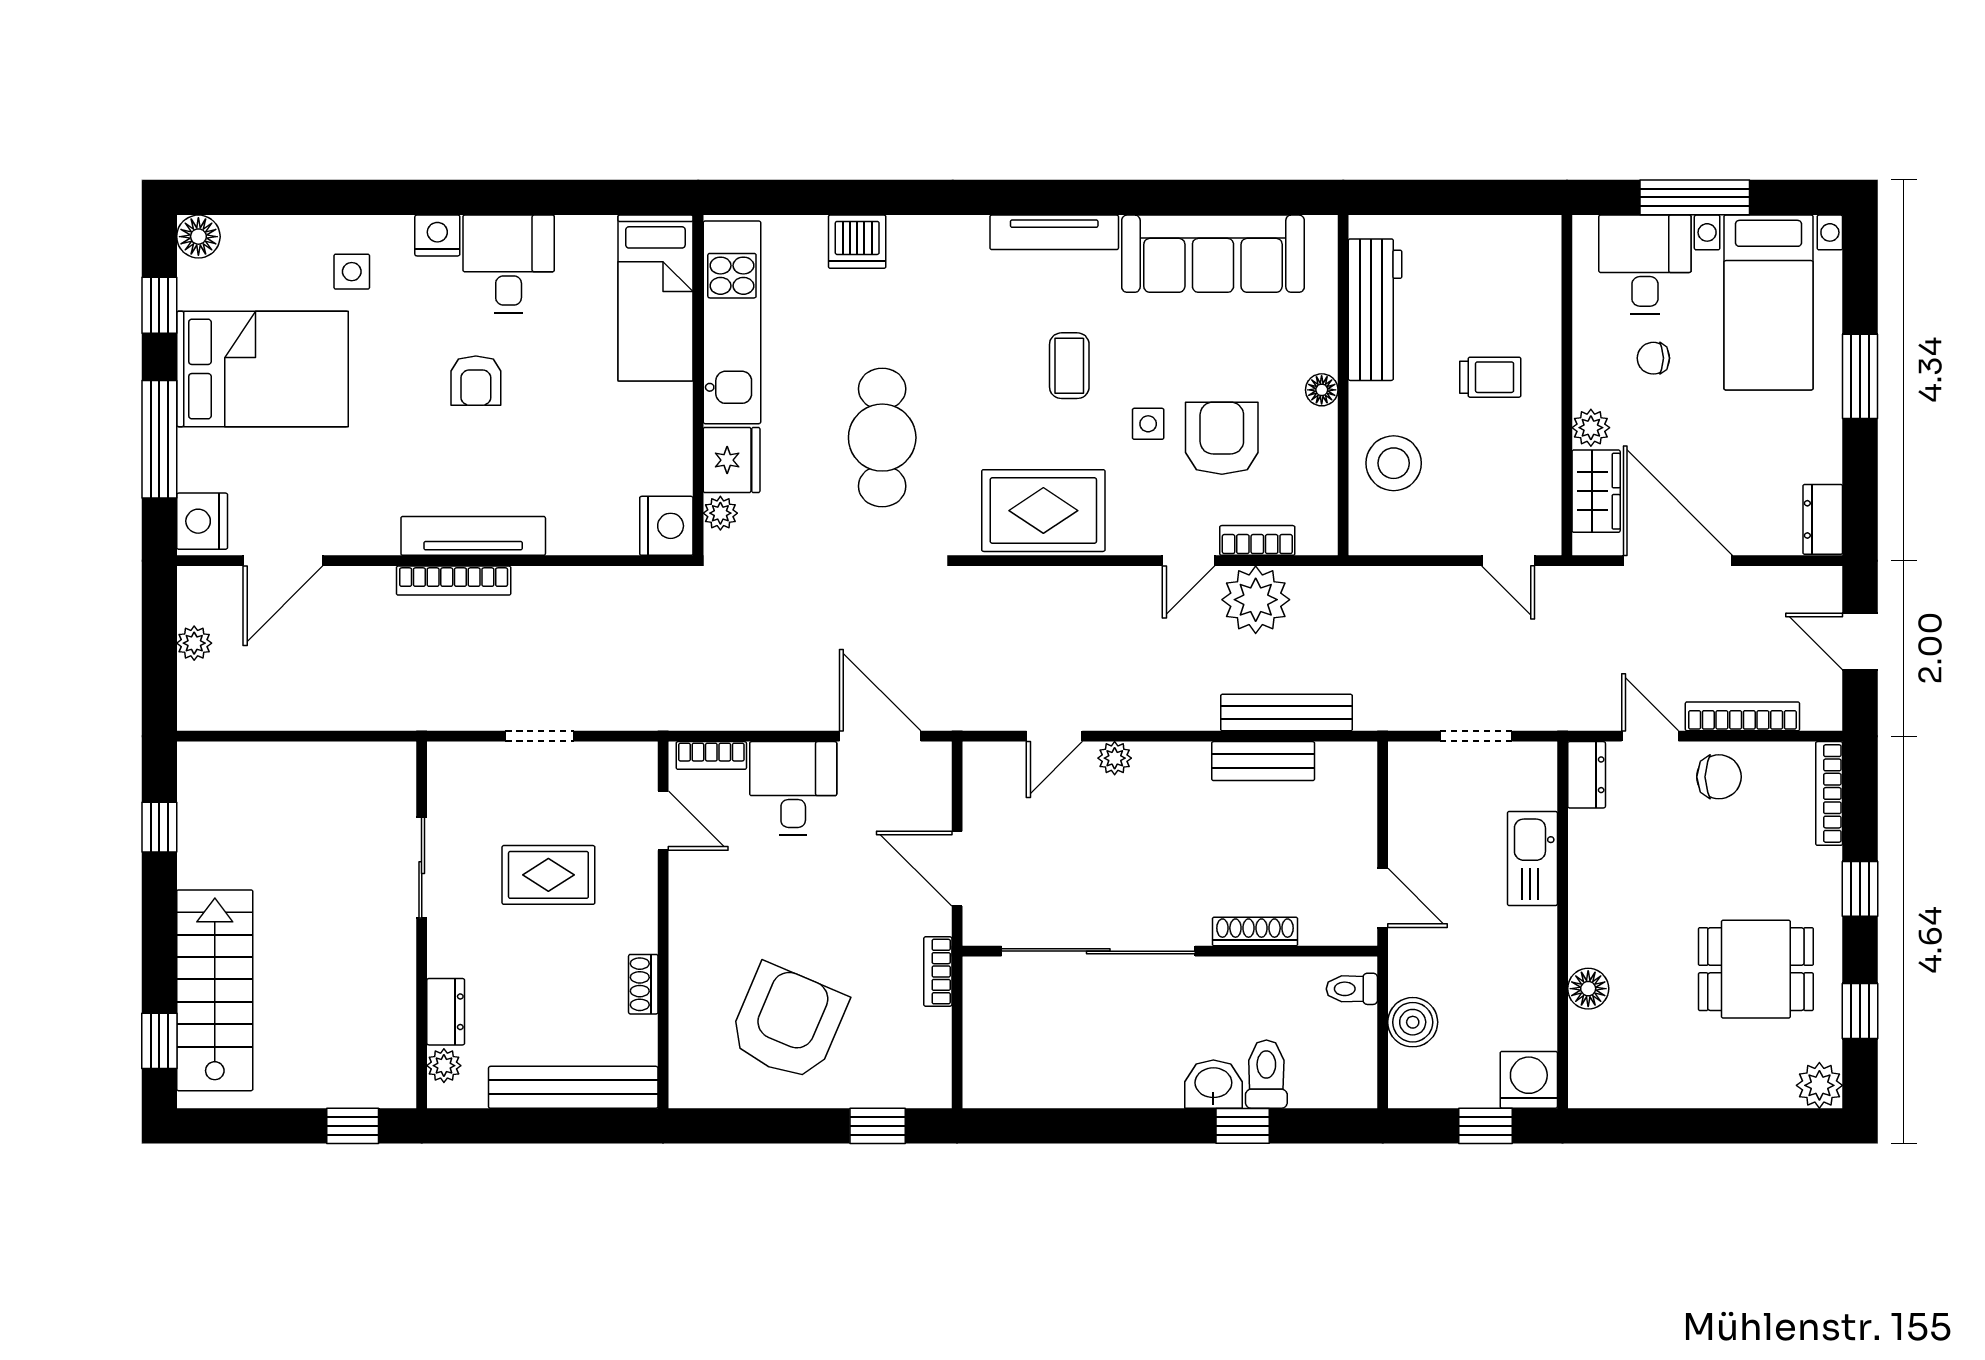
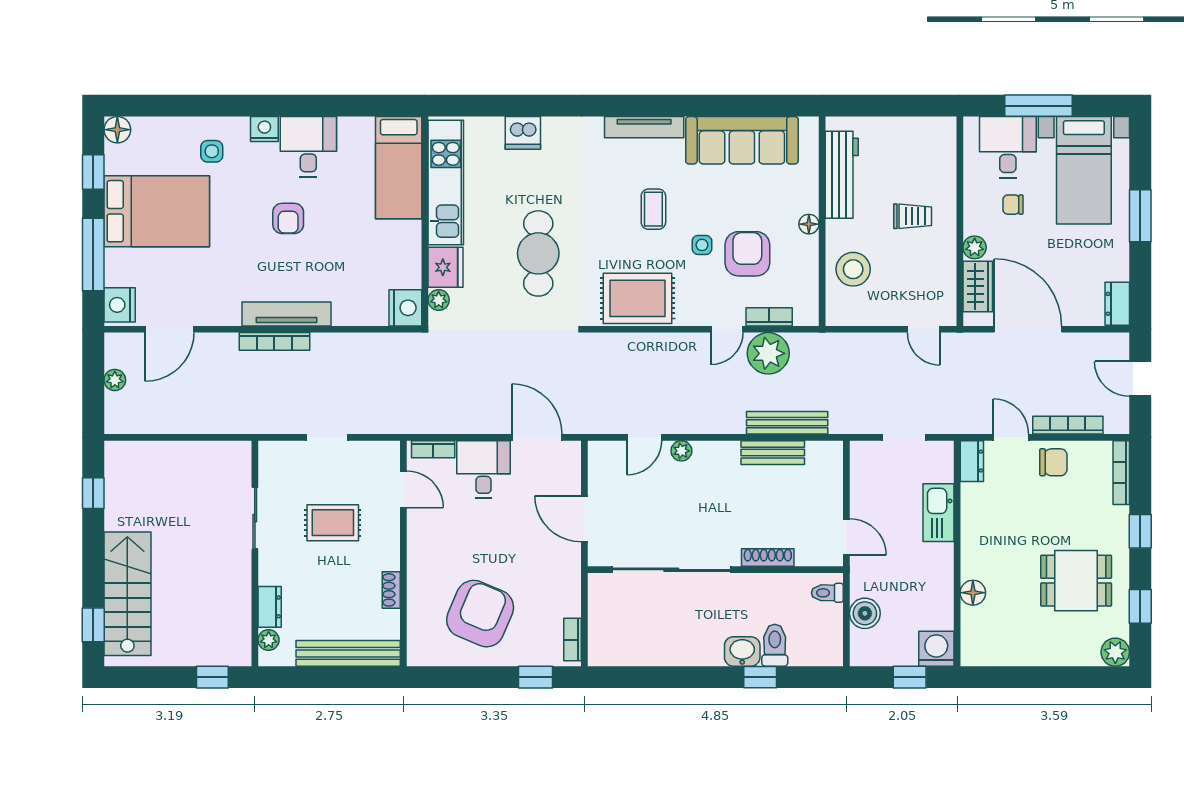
bookcase: (938, 972) -> (573, 640), moved

